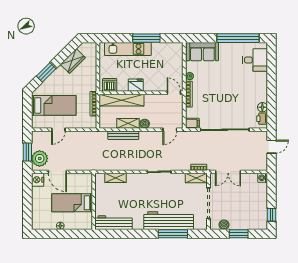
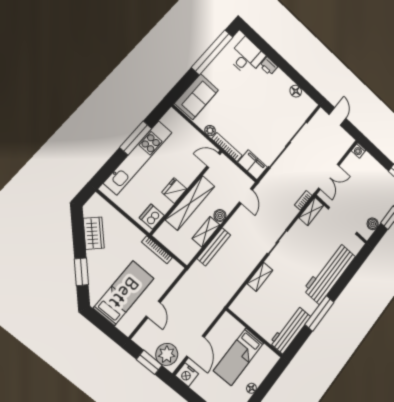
kitchen unit: (128, 49) -> (138, 158), width x1.36
shelving: (121, 100) -> (190, 203), moved
printer: (262, 119) -> (269, 66), moved
filing cabinet: (192, 123) -> (253, 165), width x2.00
door: (57, 172) -> (195, 347), hinge flipped
shelving: (116, 178) -> (260, 277), moved
window: (173, 234) -> (320, 313), moved

